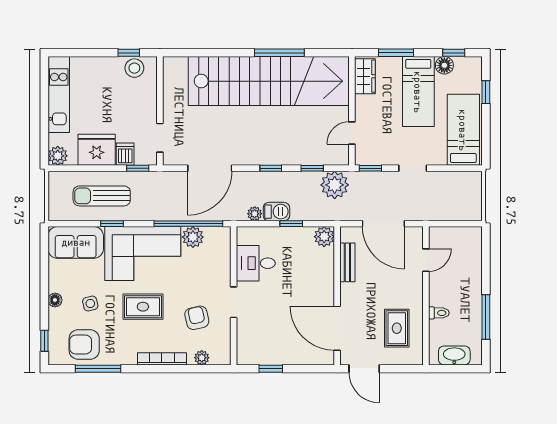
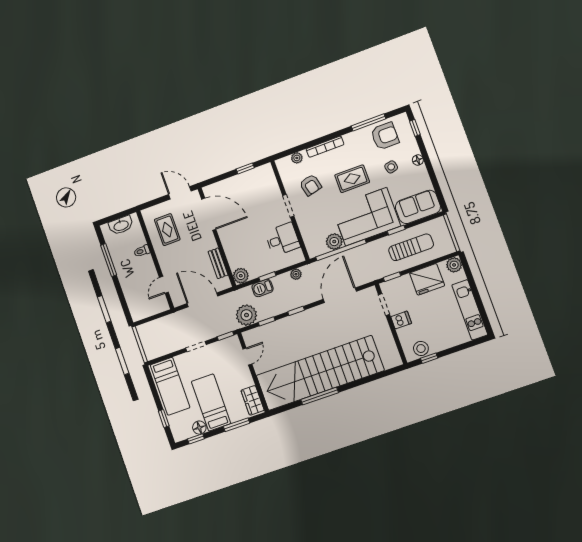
dishwasher: (125, 154) -> (401, 320), moved, turned -90
barbecue: (276, 212) -> (262, 288), moved

